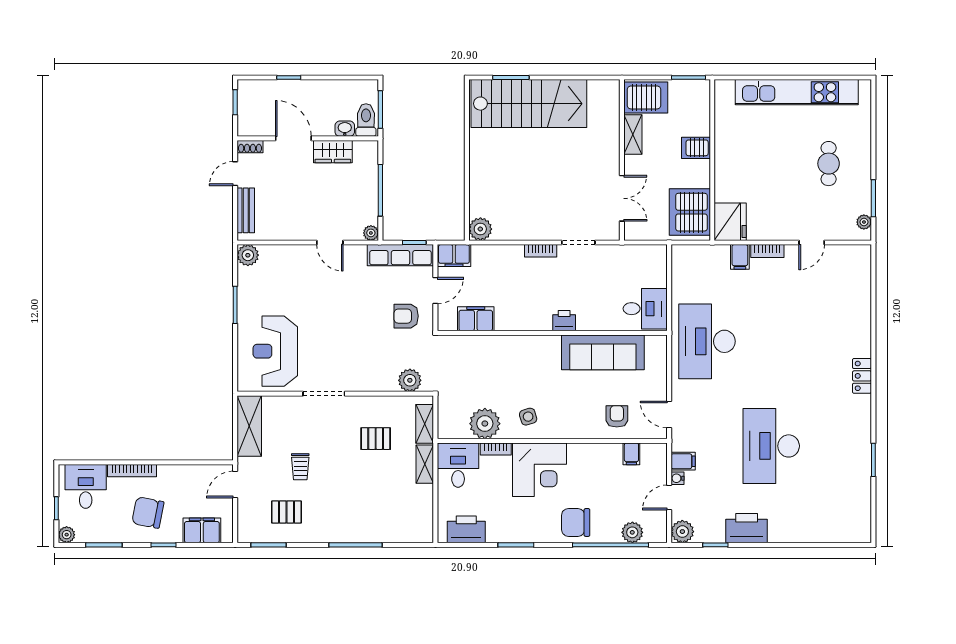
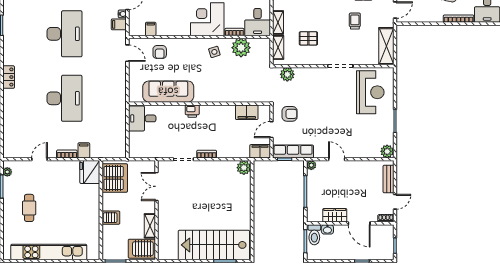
desk: (707, 341) -> (64, 98), moved

